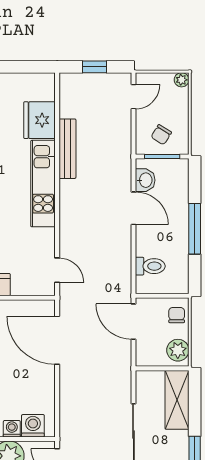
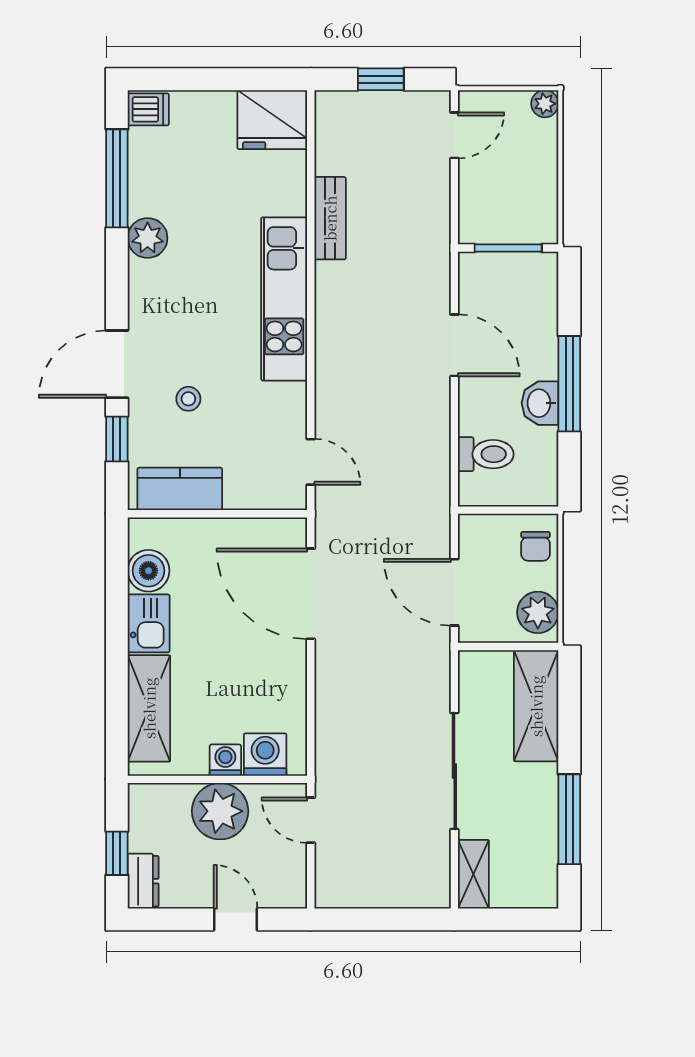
fridge: (40, 120) -> (272, 120), moved, turned -90
chair: (161, 135) -> (507, 207), removed
bench: (67, 149) -> (330, 218), width x0.73
washbasin: (145, 180) -> (540, 403), moved, turned 180
chair: (177, 315) -> (536, 546), turned 180
door: (133, 322) -> (454, 592), moved

